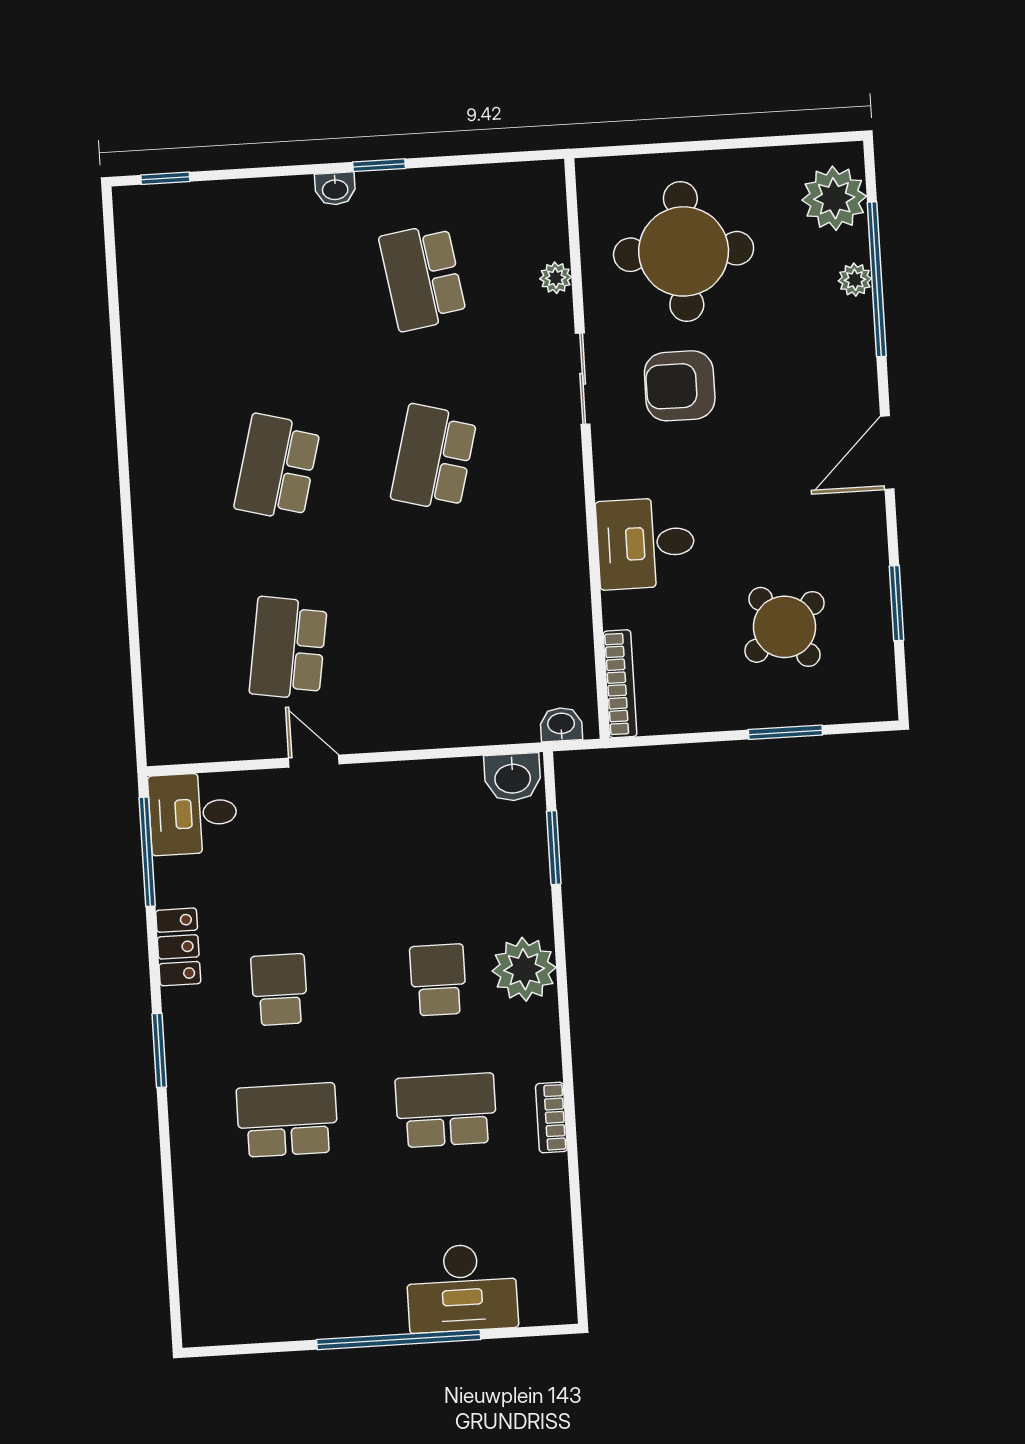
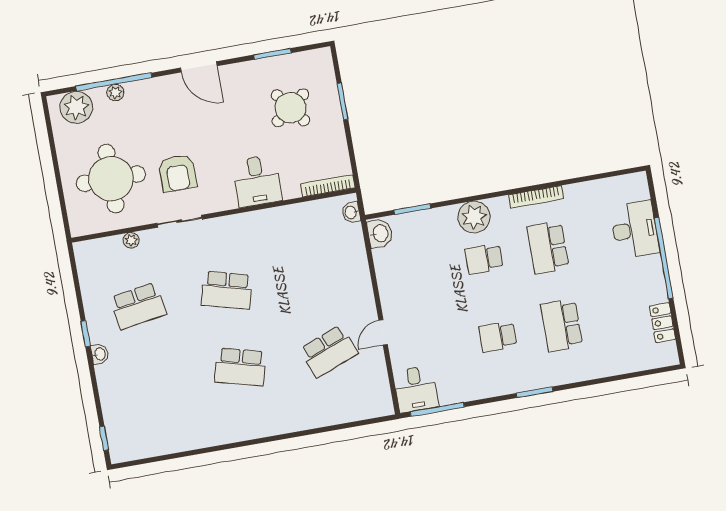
school desk: (288, 648) -> (329, 351), turned -30
locker: (178, 947) -> (662, 323), moved, turned -90
bookcase: (551, 1118) -> (536, 197), width x1.56

